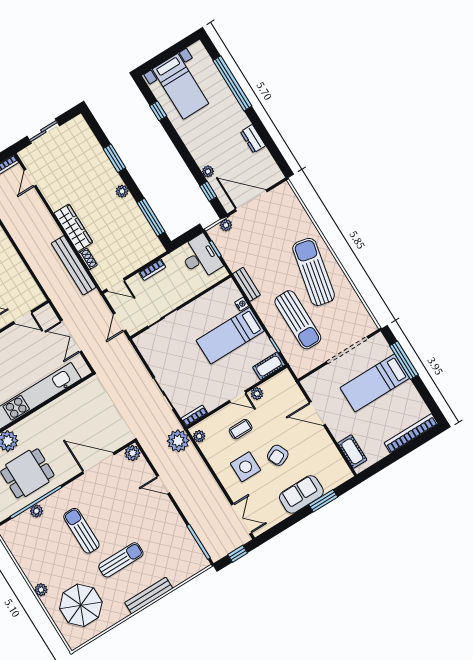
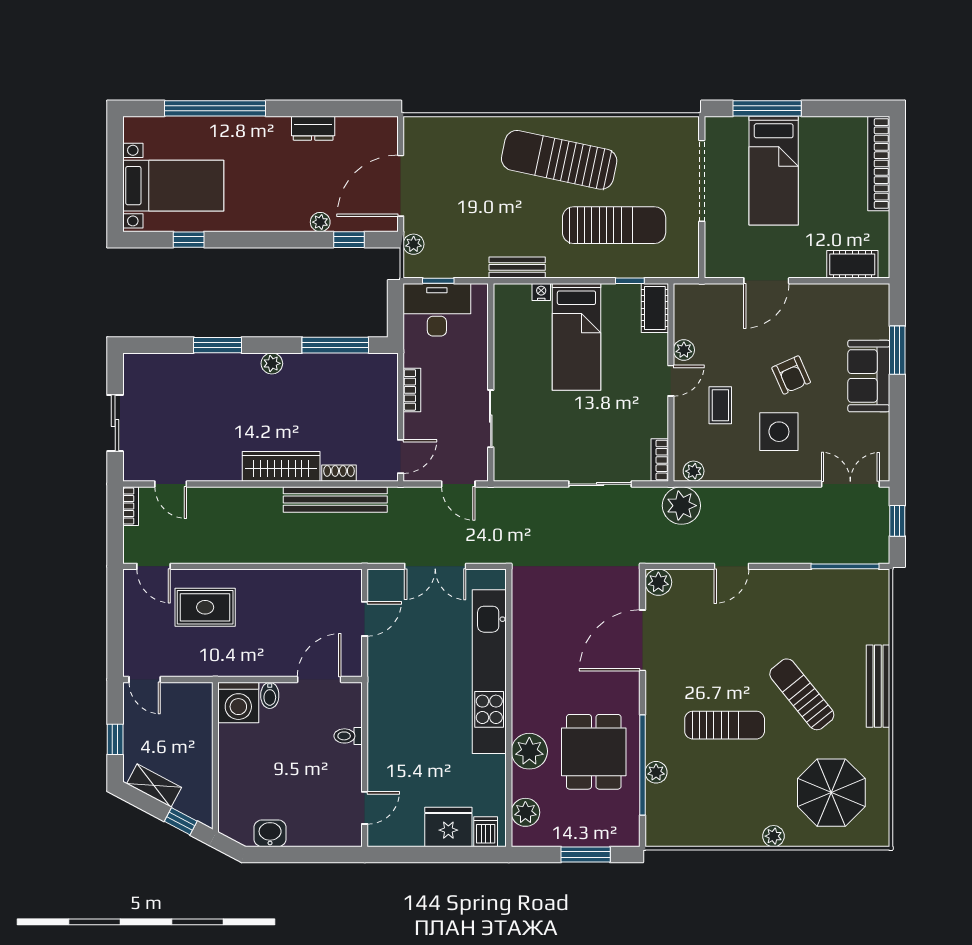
sun lounger: (81, 531) -> (725, 725), turned 180
sun lounger: (121, 560) -> (802, 694), turned -39

